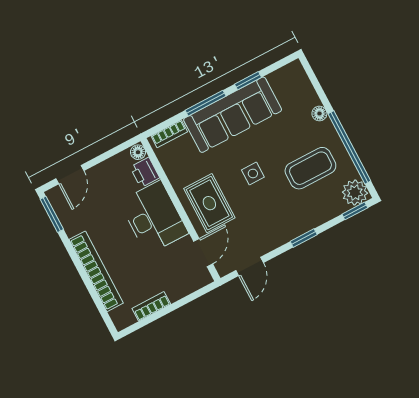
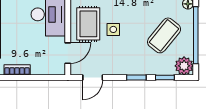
coffee table: (310, 168) -> (164, 35), turned -51
side table: (253, 173) -> (113, 29), moved
window: (355, 211) -> (165, 77), moved

